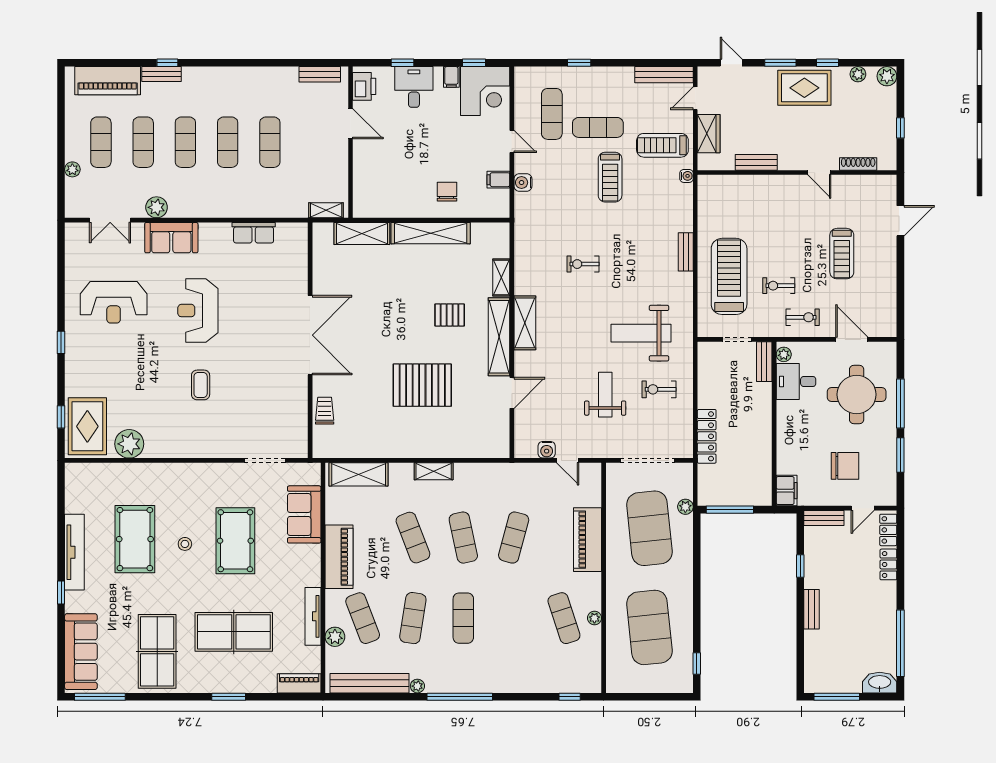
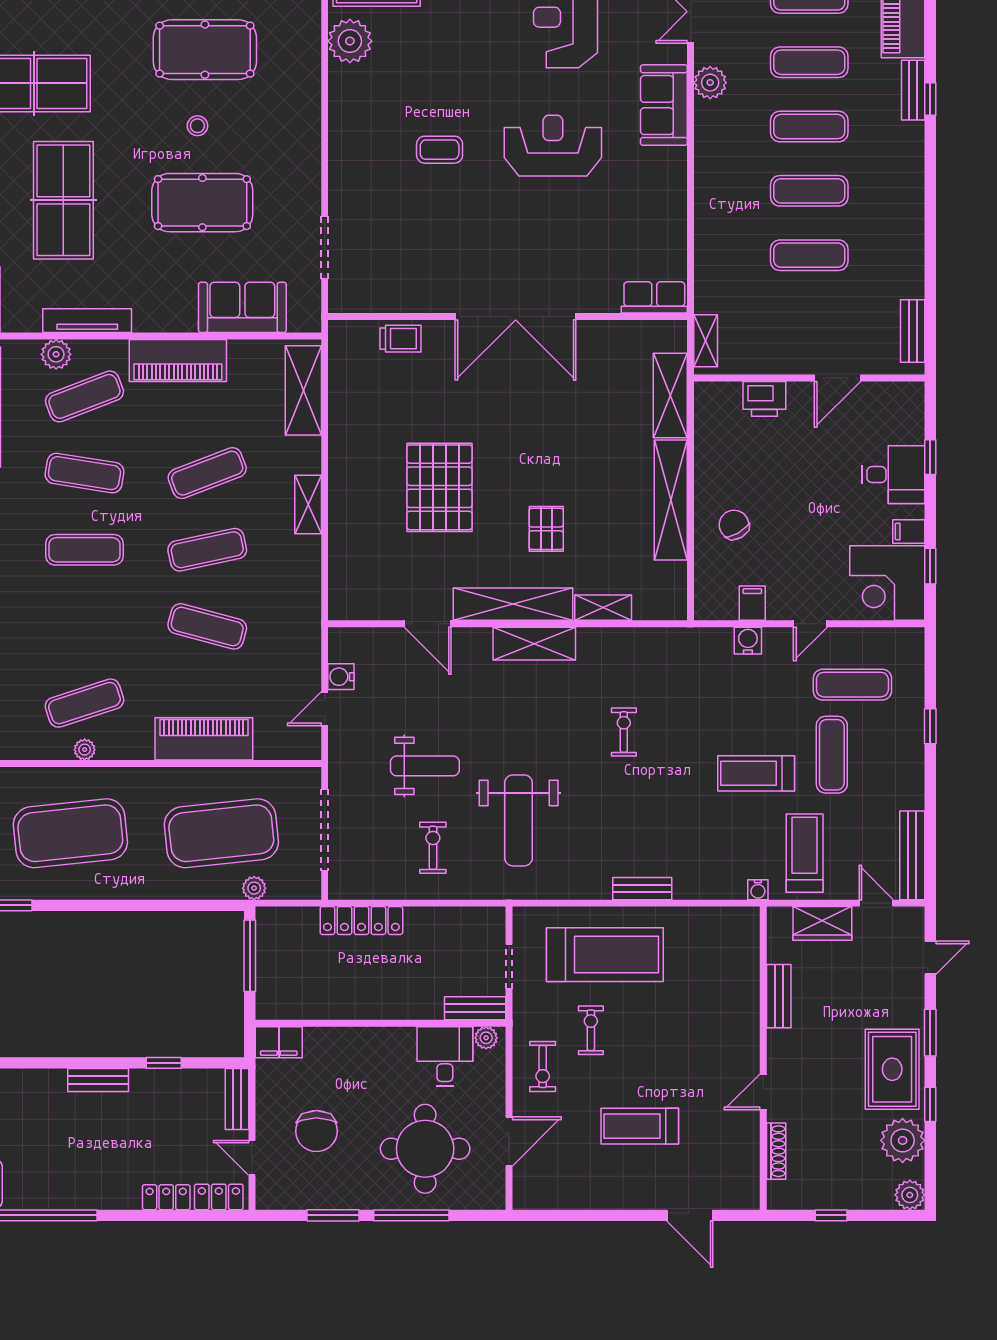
plant: (858, 74) -> (903, 1140), width x1.88, depth x1.88
printer: (364, 86) -> (764, 399), moved
chair: (447, 192) -> (734, 525), turned -120
row of seats: (254, 233) -> (654, 297), moved, turned 90
weight bench: (641, 333) -> (519, 820), turned 180

